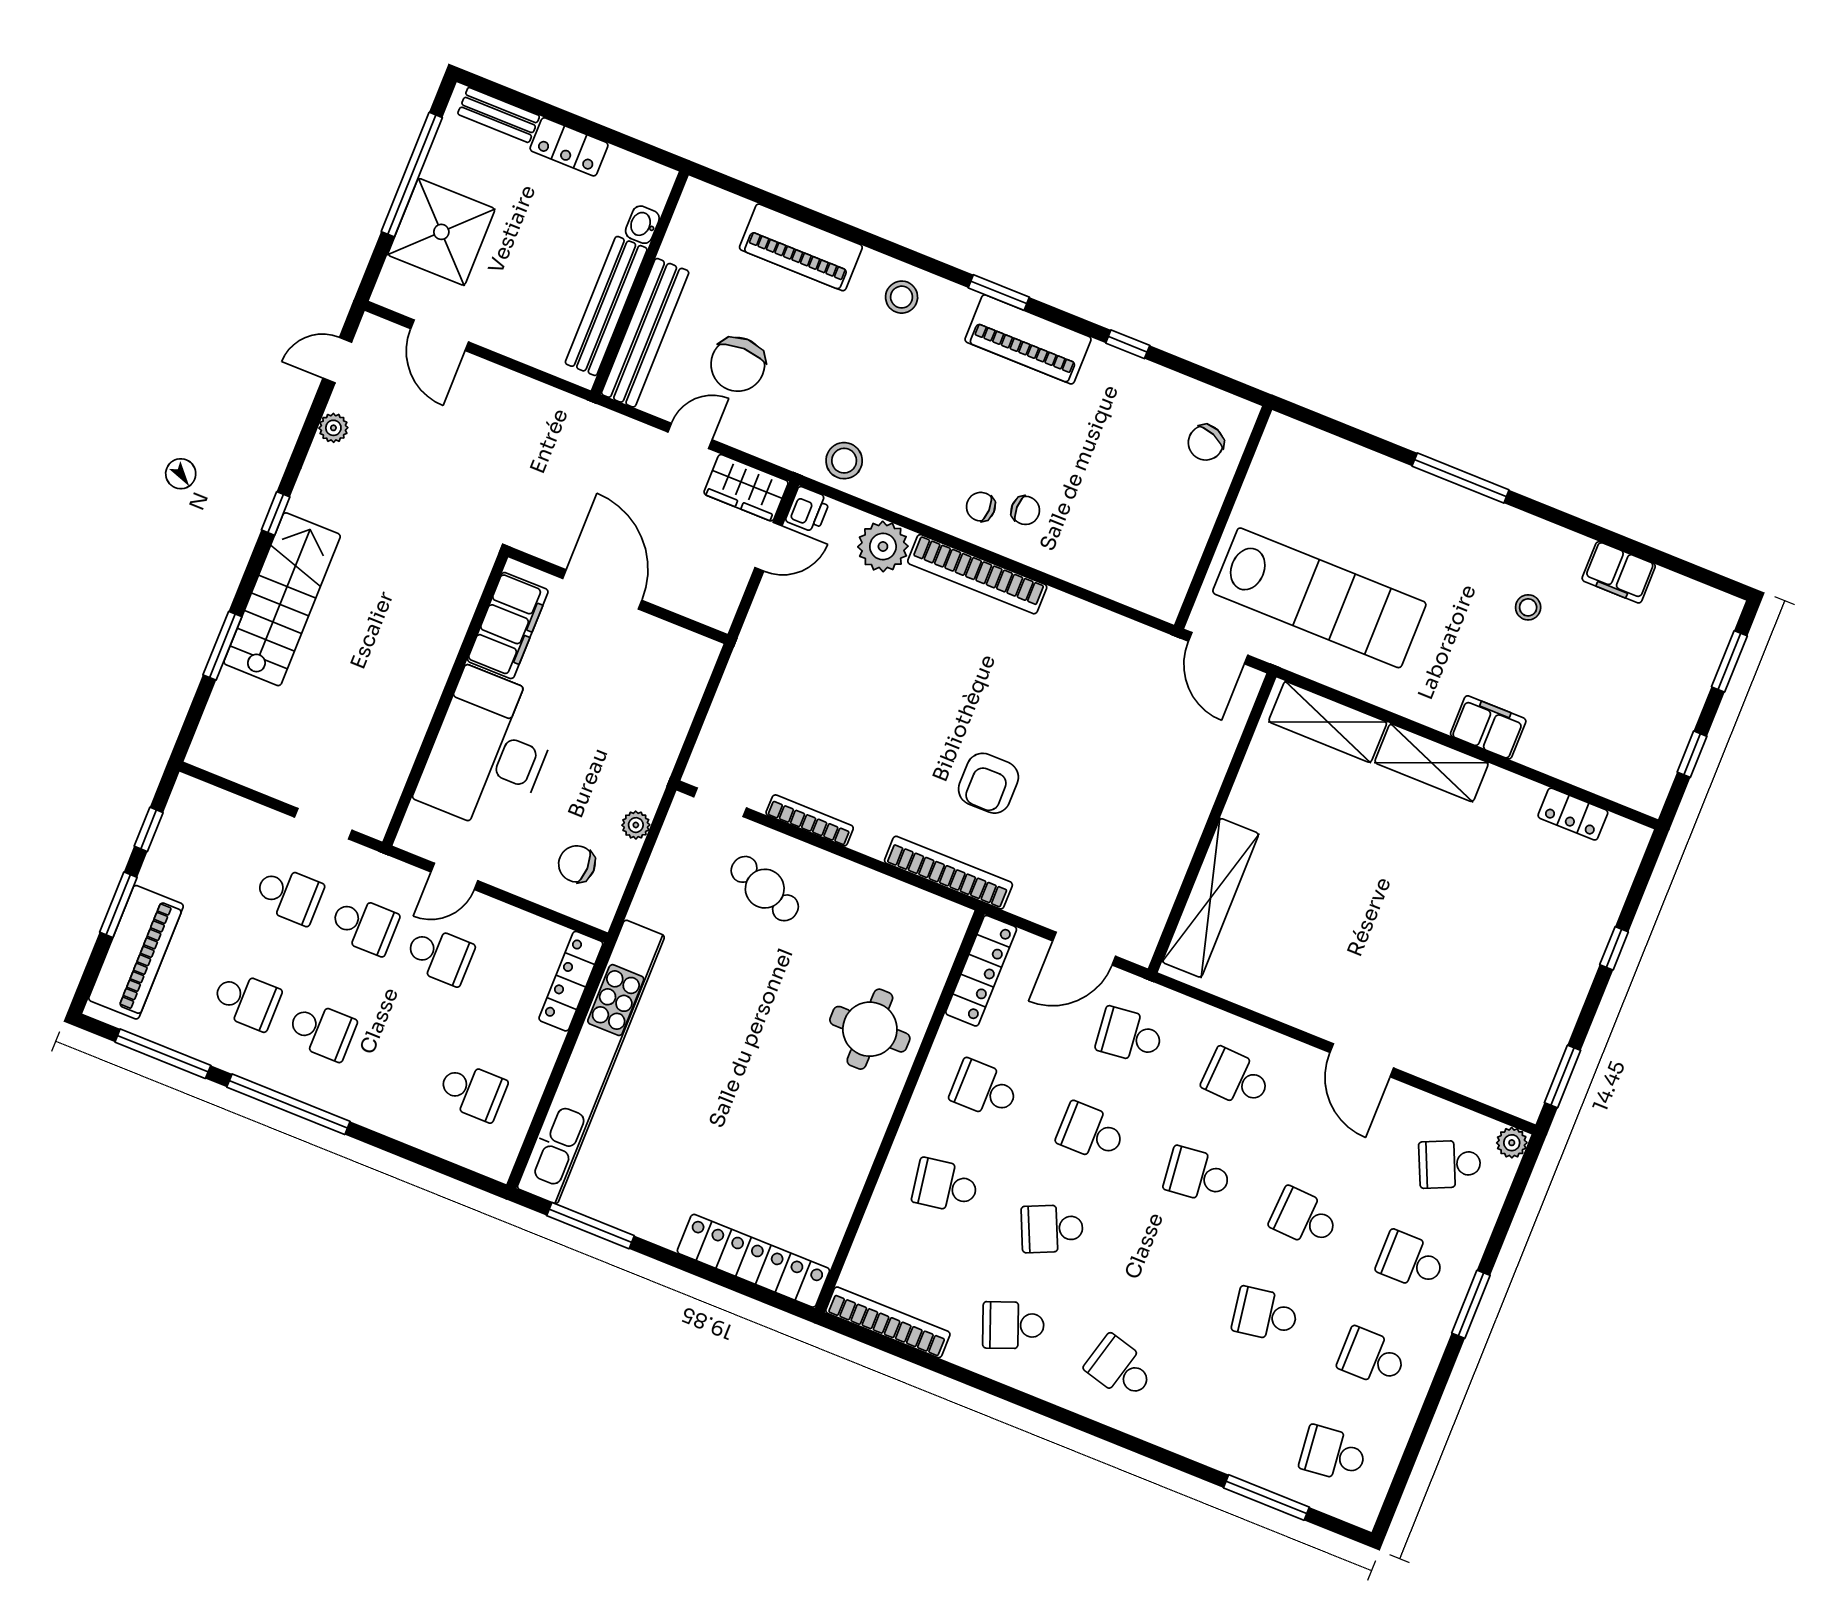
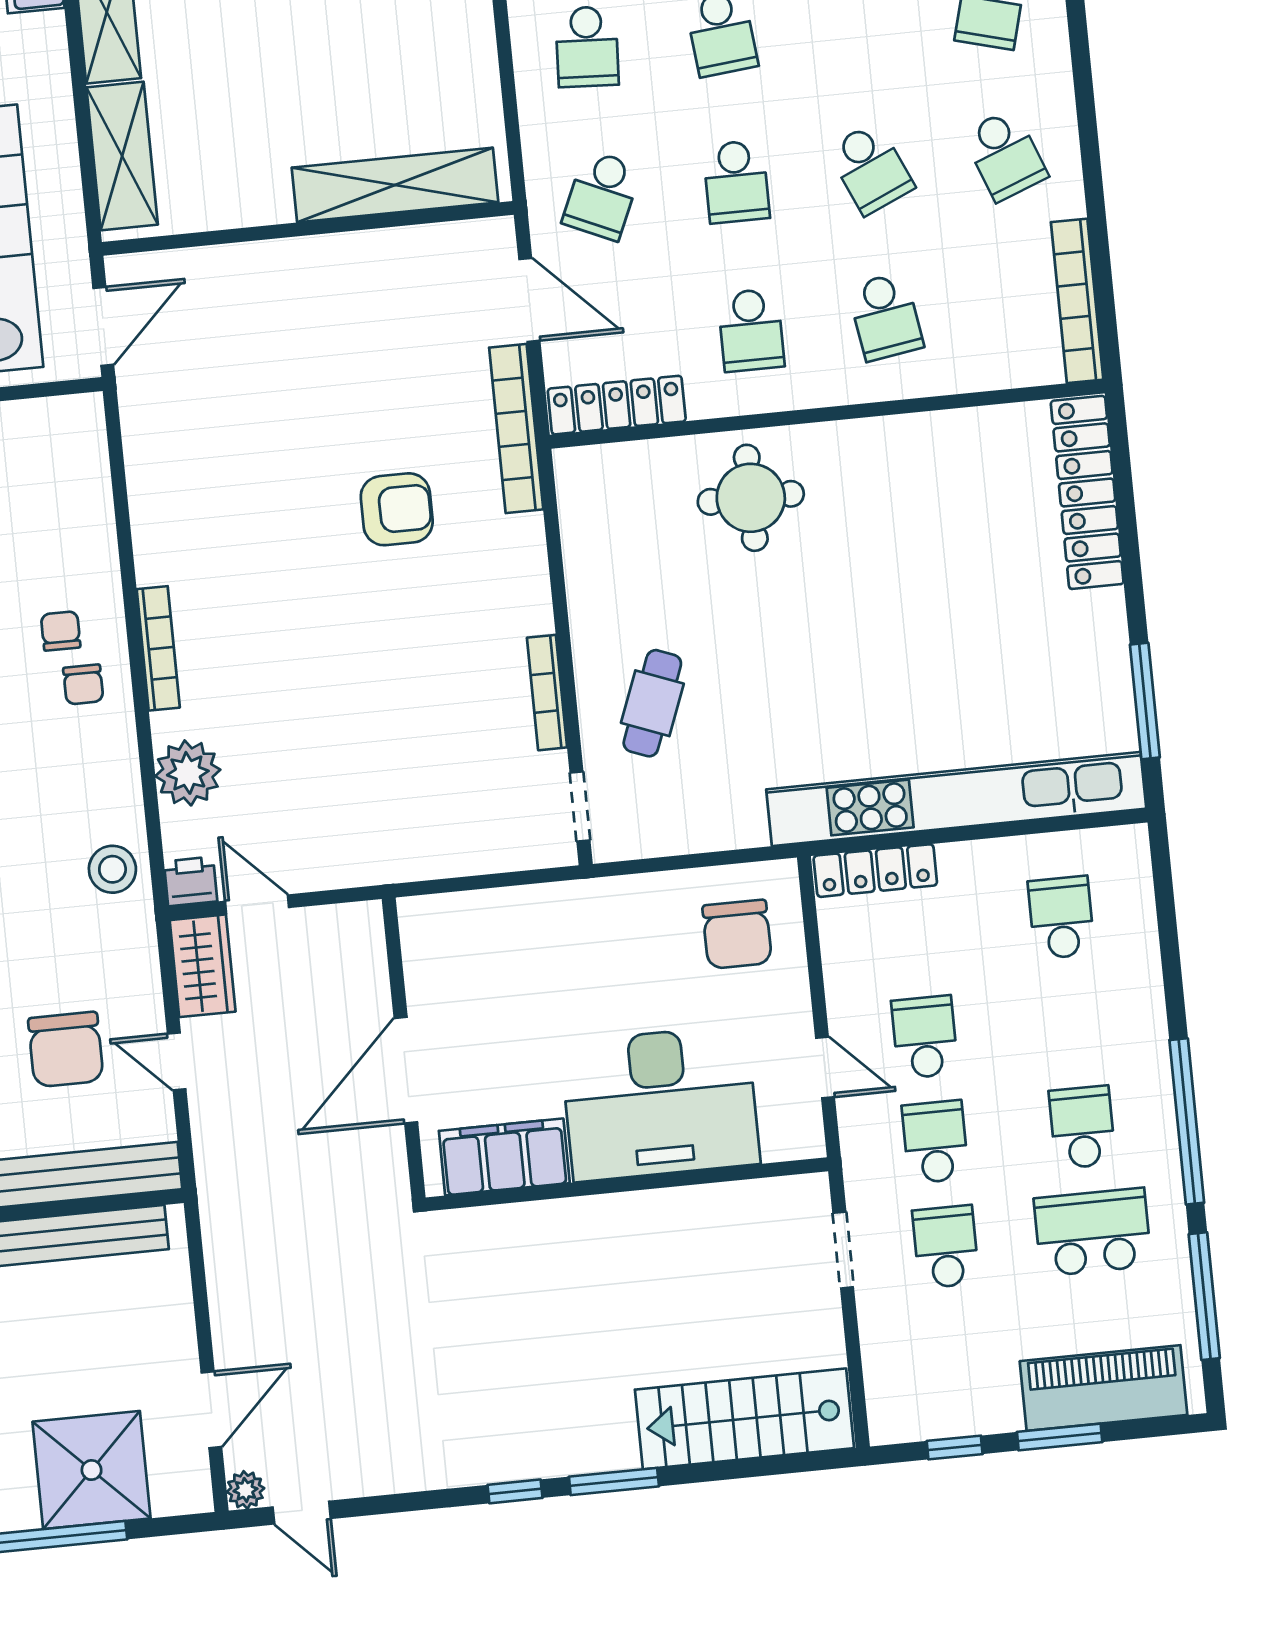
chair: (738, 364) -> (66, 1049), turned 90
plant: (333, 428) -> (245, 1490), moved
bookcase: (977, 574) -> (158, 648), width x0.68, depth x0.76
stairs: (282, 599) -> (744, 1419), moved
window: (222, 646) -> (614, 1481), moved
plant: (636, 825) -> (657, 890), removed
chair: (577, 864) -> (737, 934), width x1.37, depth x1.37
bookcase: (948, 873) -> (516, 429), moved
school desk: (246, 1000) -> (1093, 1232), width x1.85
school desk: (1130, 1035) -> (602, 195), turned 30

